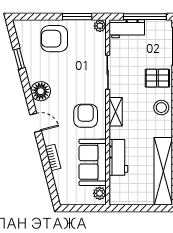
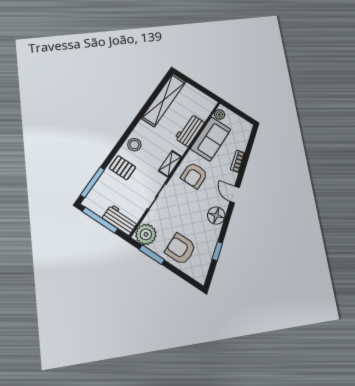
plant: (100, 26) -> (146, 234), width x1.88, depth x1.88
armchair: (54, 39) -> (181, 249), turned 180

